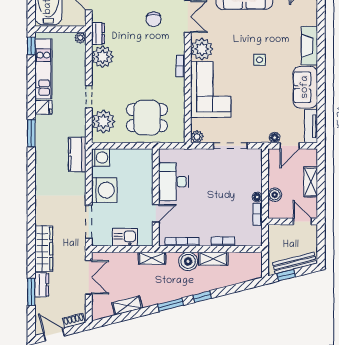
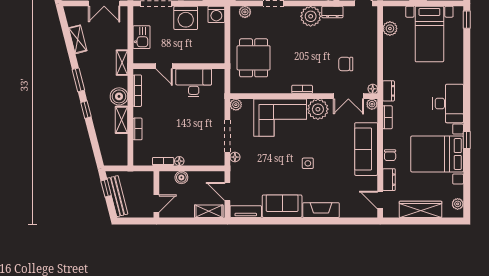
plant: (103, 121) -> (245, 12), width x0.53, depth x0.53
floor lamp: (275, 138) -> (235, 157), moved
shelving: (311, 182) -> (209, 211), moved

